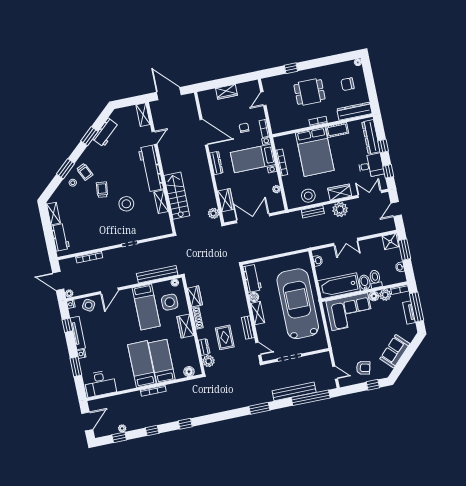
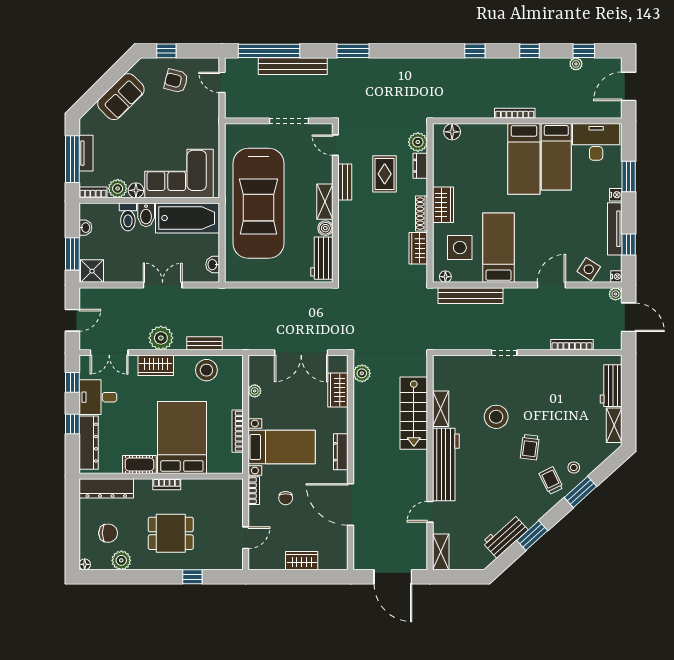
plant: (336, 69) -> (121, 560), added
bed: (162, 361) -> (556, 157), moved

